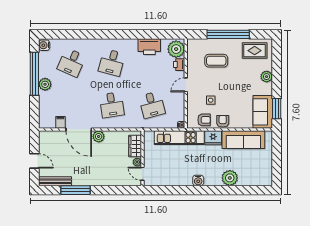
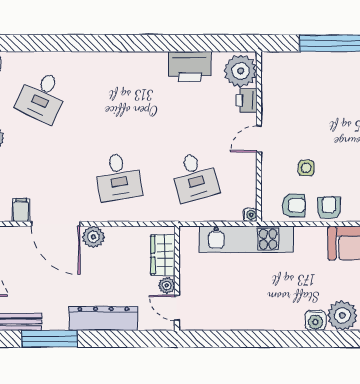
coffee table: (216, 61) -> (317, 93), removed
desk: (112, 62) -> (118, 96), removed
fridge: (213, 138) -> (311, 239), removed
dresser: (104, 179) -> (103, 318), added
water cooler: (198, 180) -> (316, 320), moved

